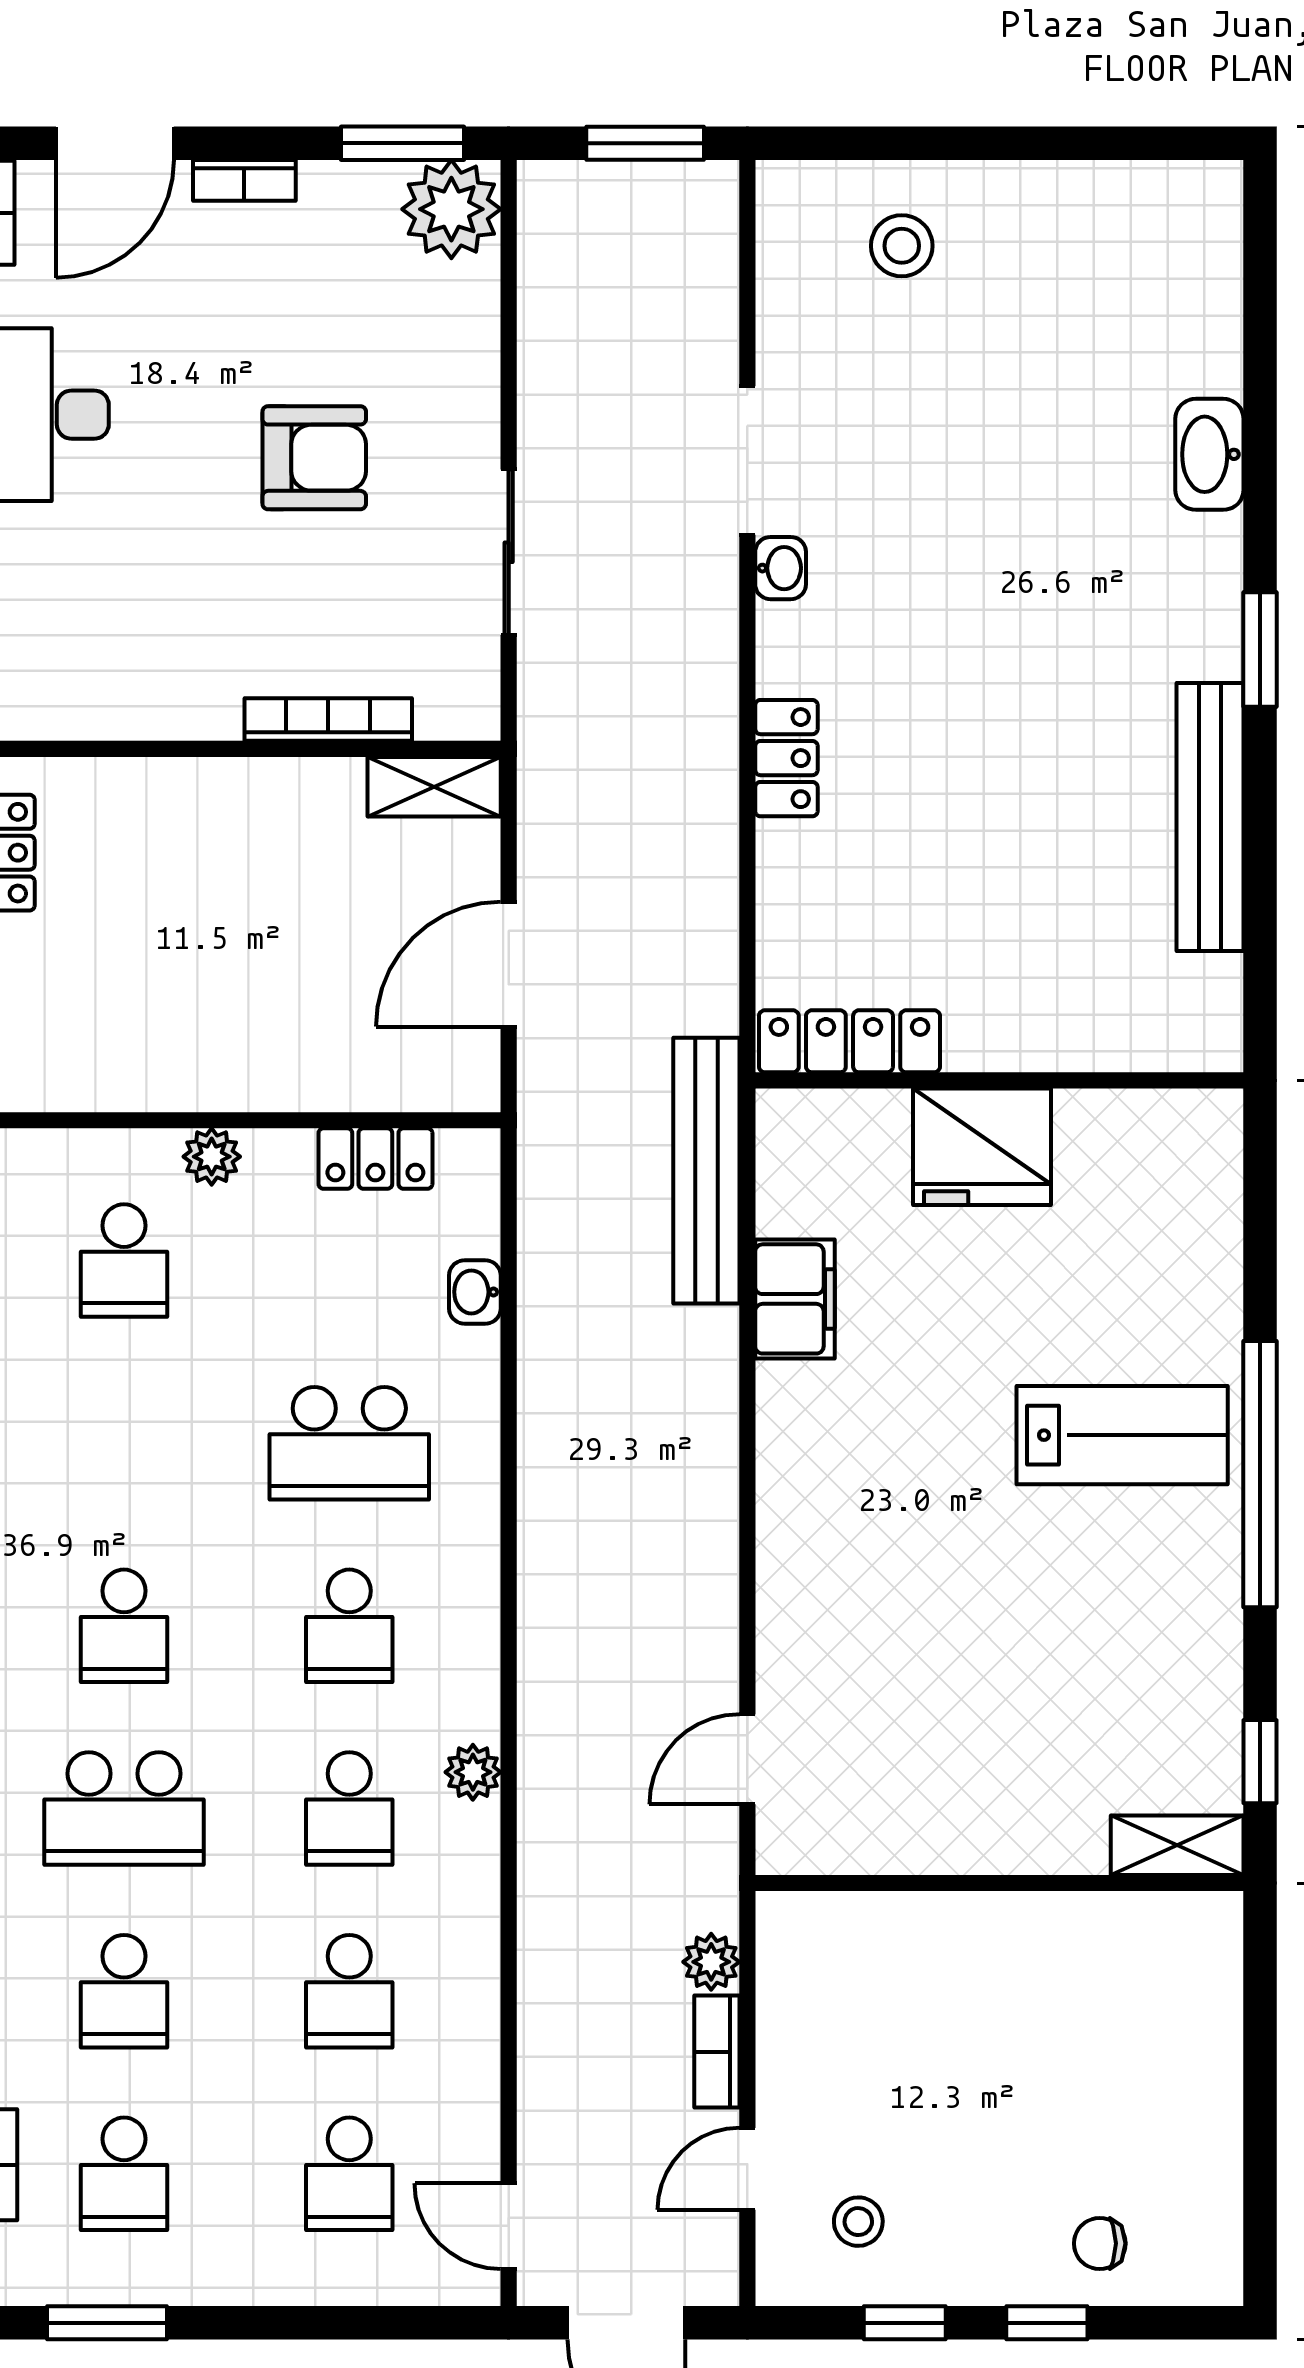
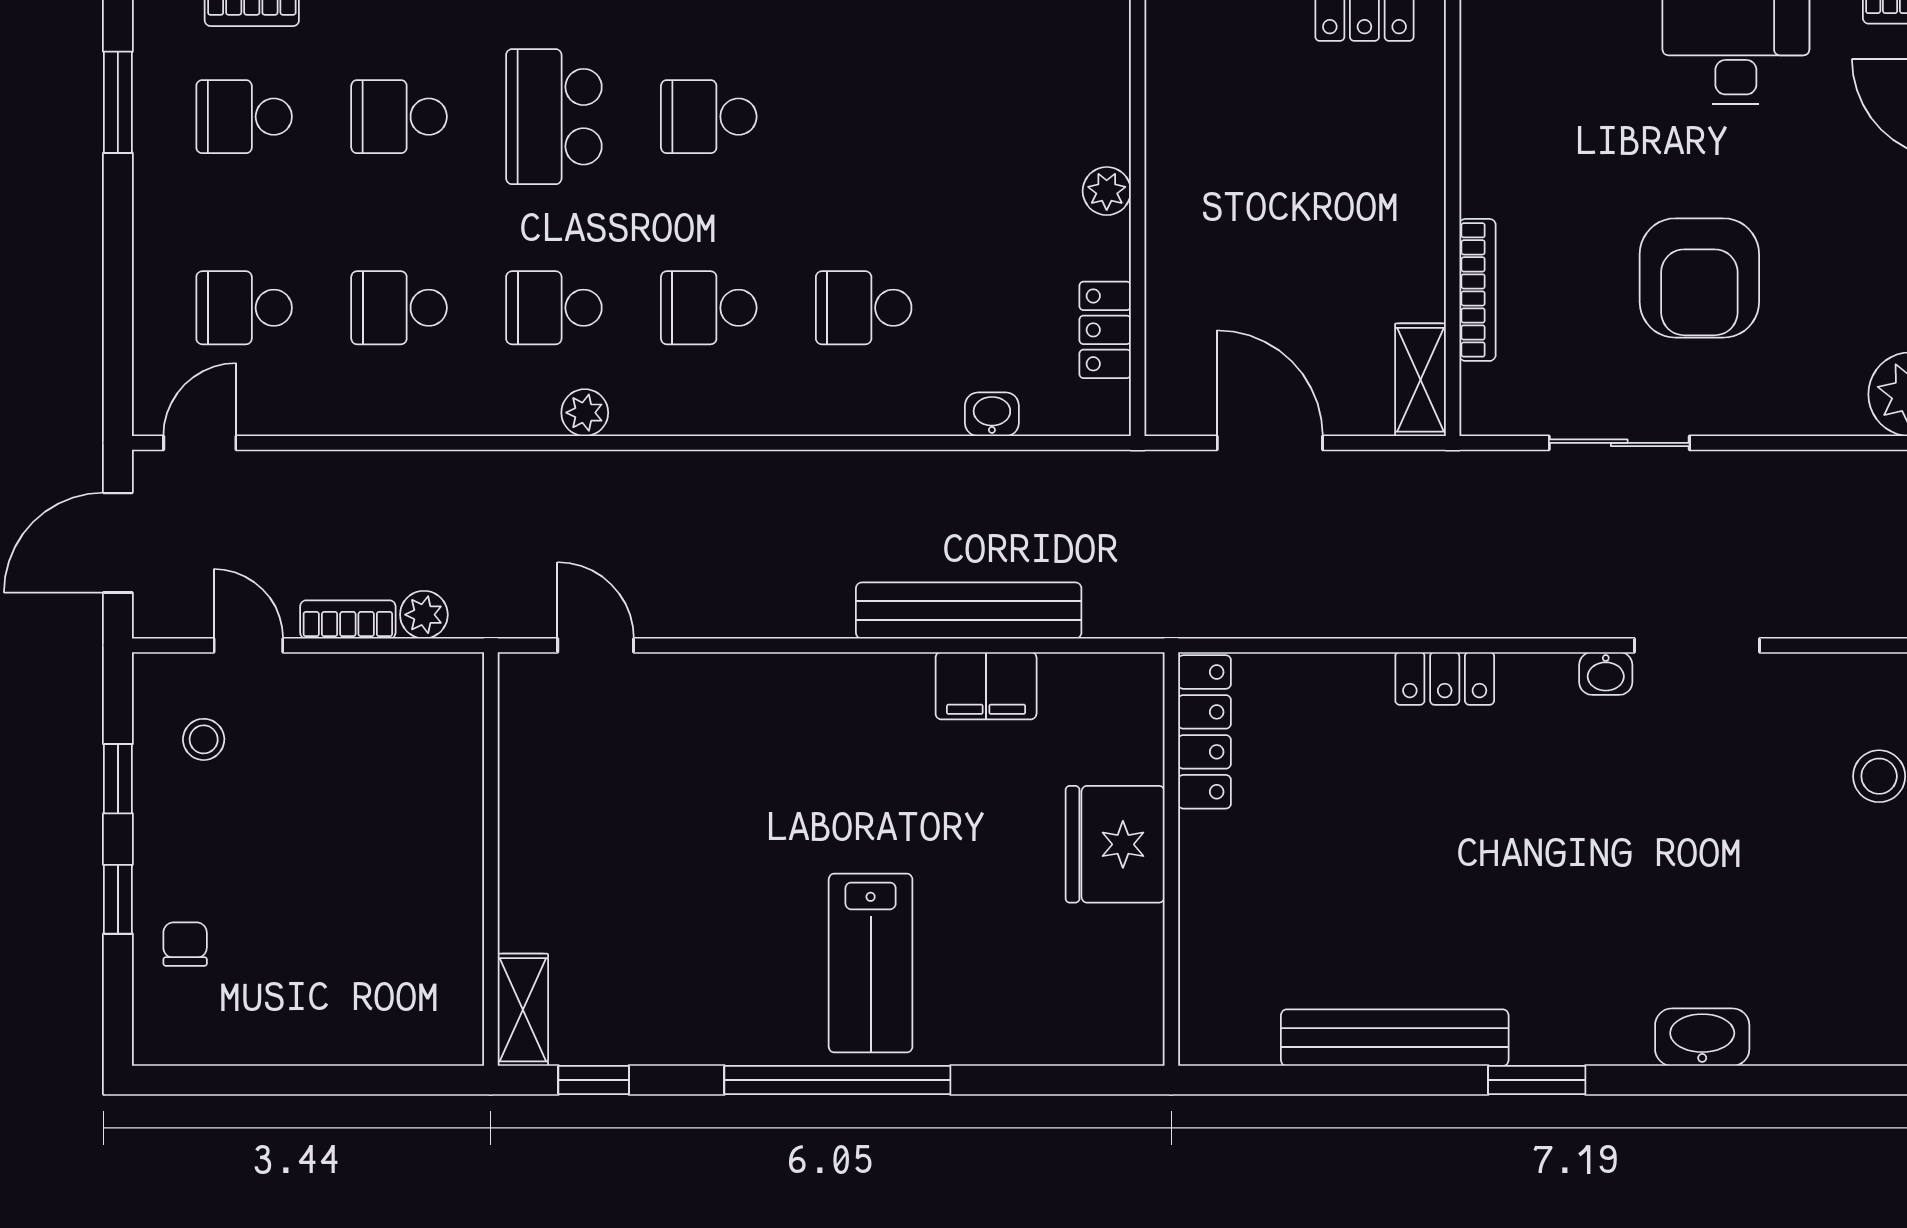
armchair: (314, 458) -> (1699, 278), width x1.36, depth x1.36
bench: (706, 1171) -> (969, 610), moved
school desk: (124, 1261) -> (1019, 117), removed
school desk: (349, 1443) -> (864, 308), width x0.54

